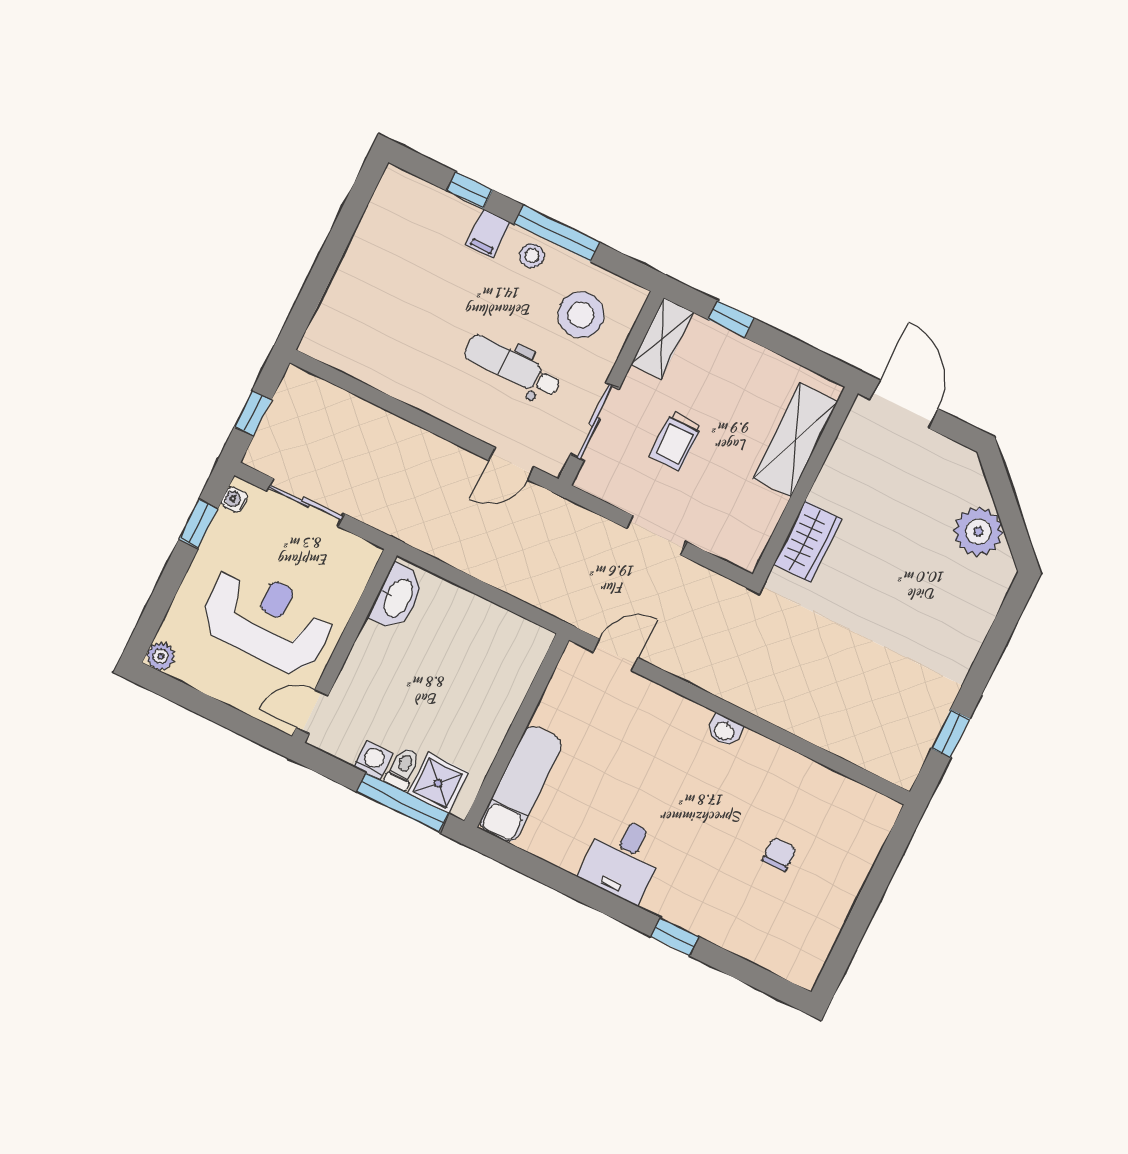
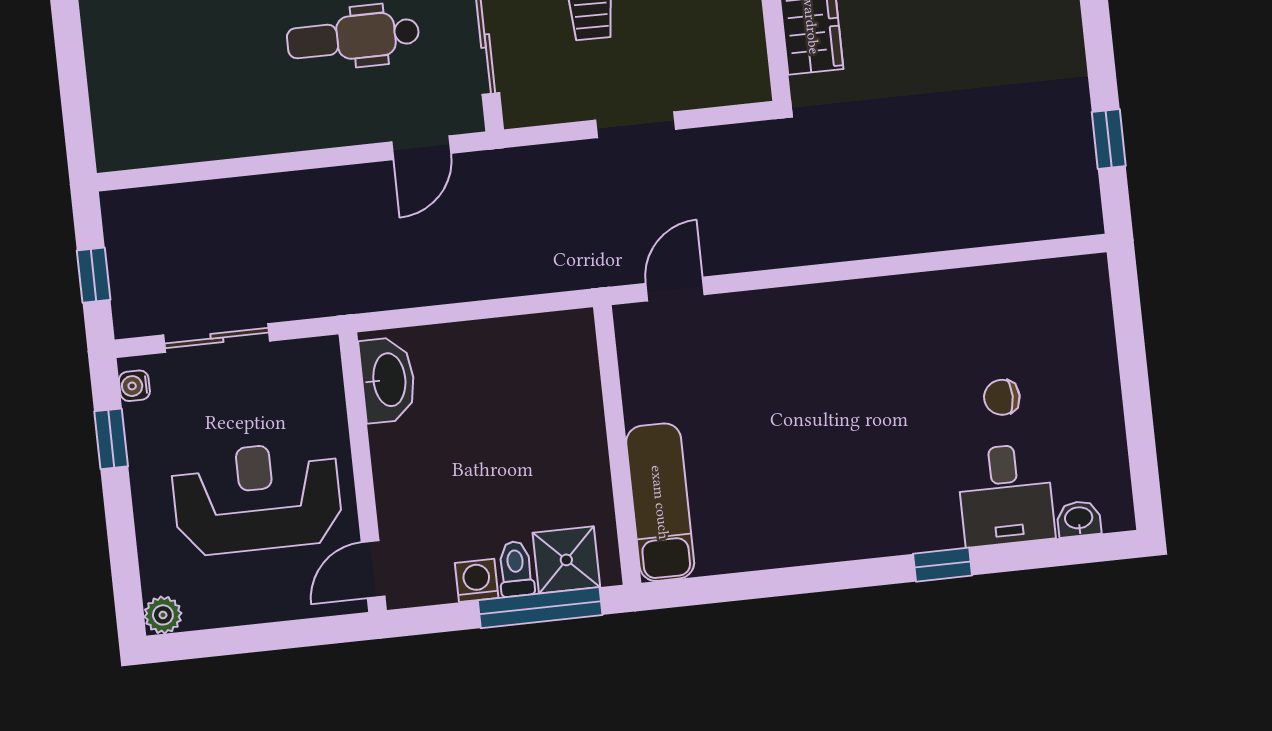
washbasin: (725, 731) -> (1079, 519), moved, turned 180
chair: (779, 854) -> (1002, 397), turned -90
desk: (623, 859) -> (1006, 495), moved

